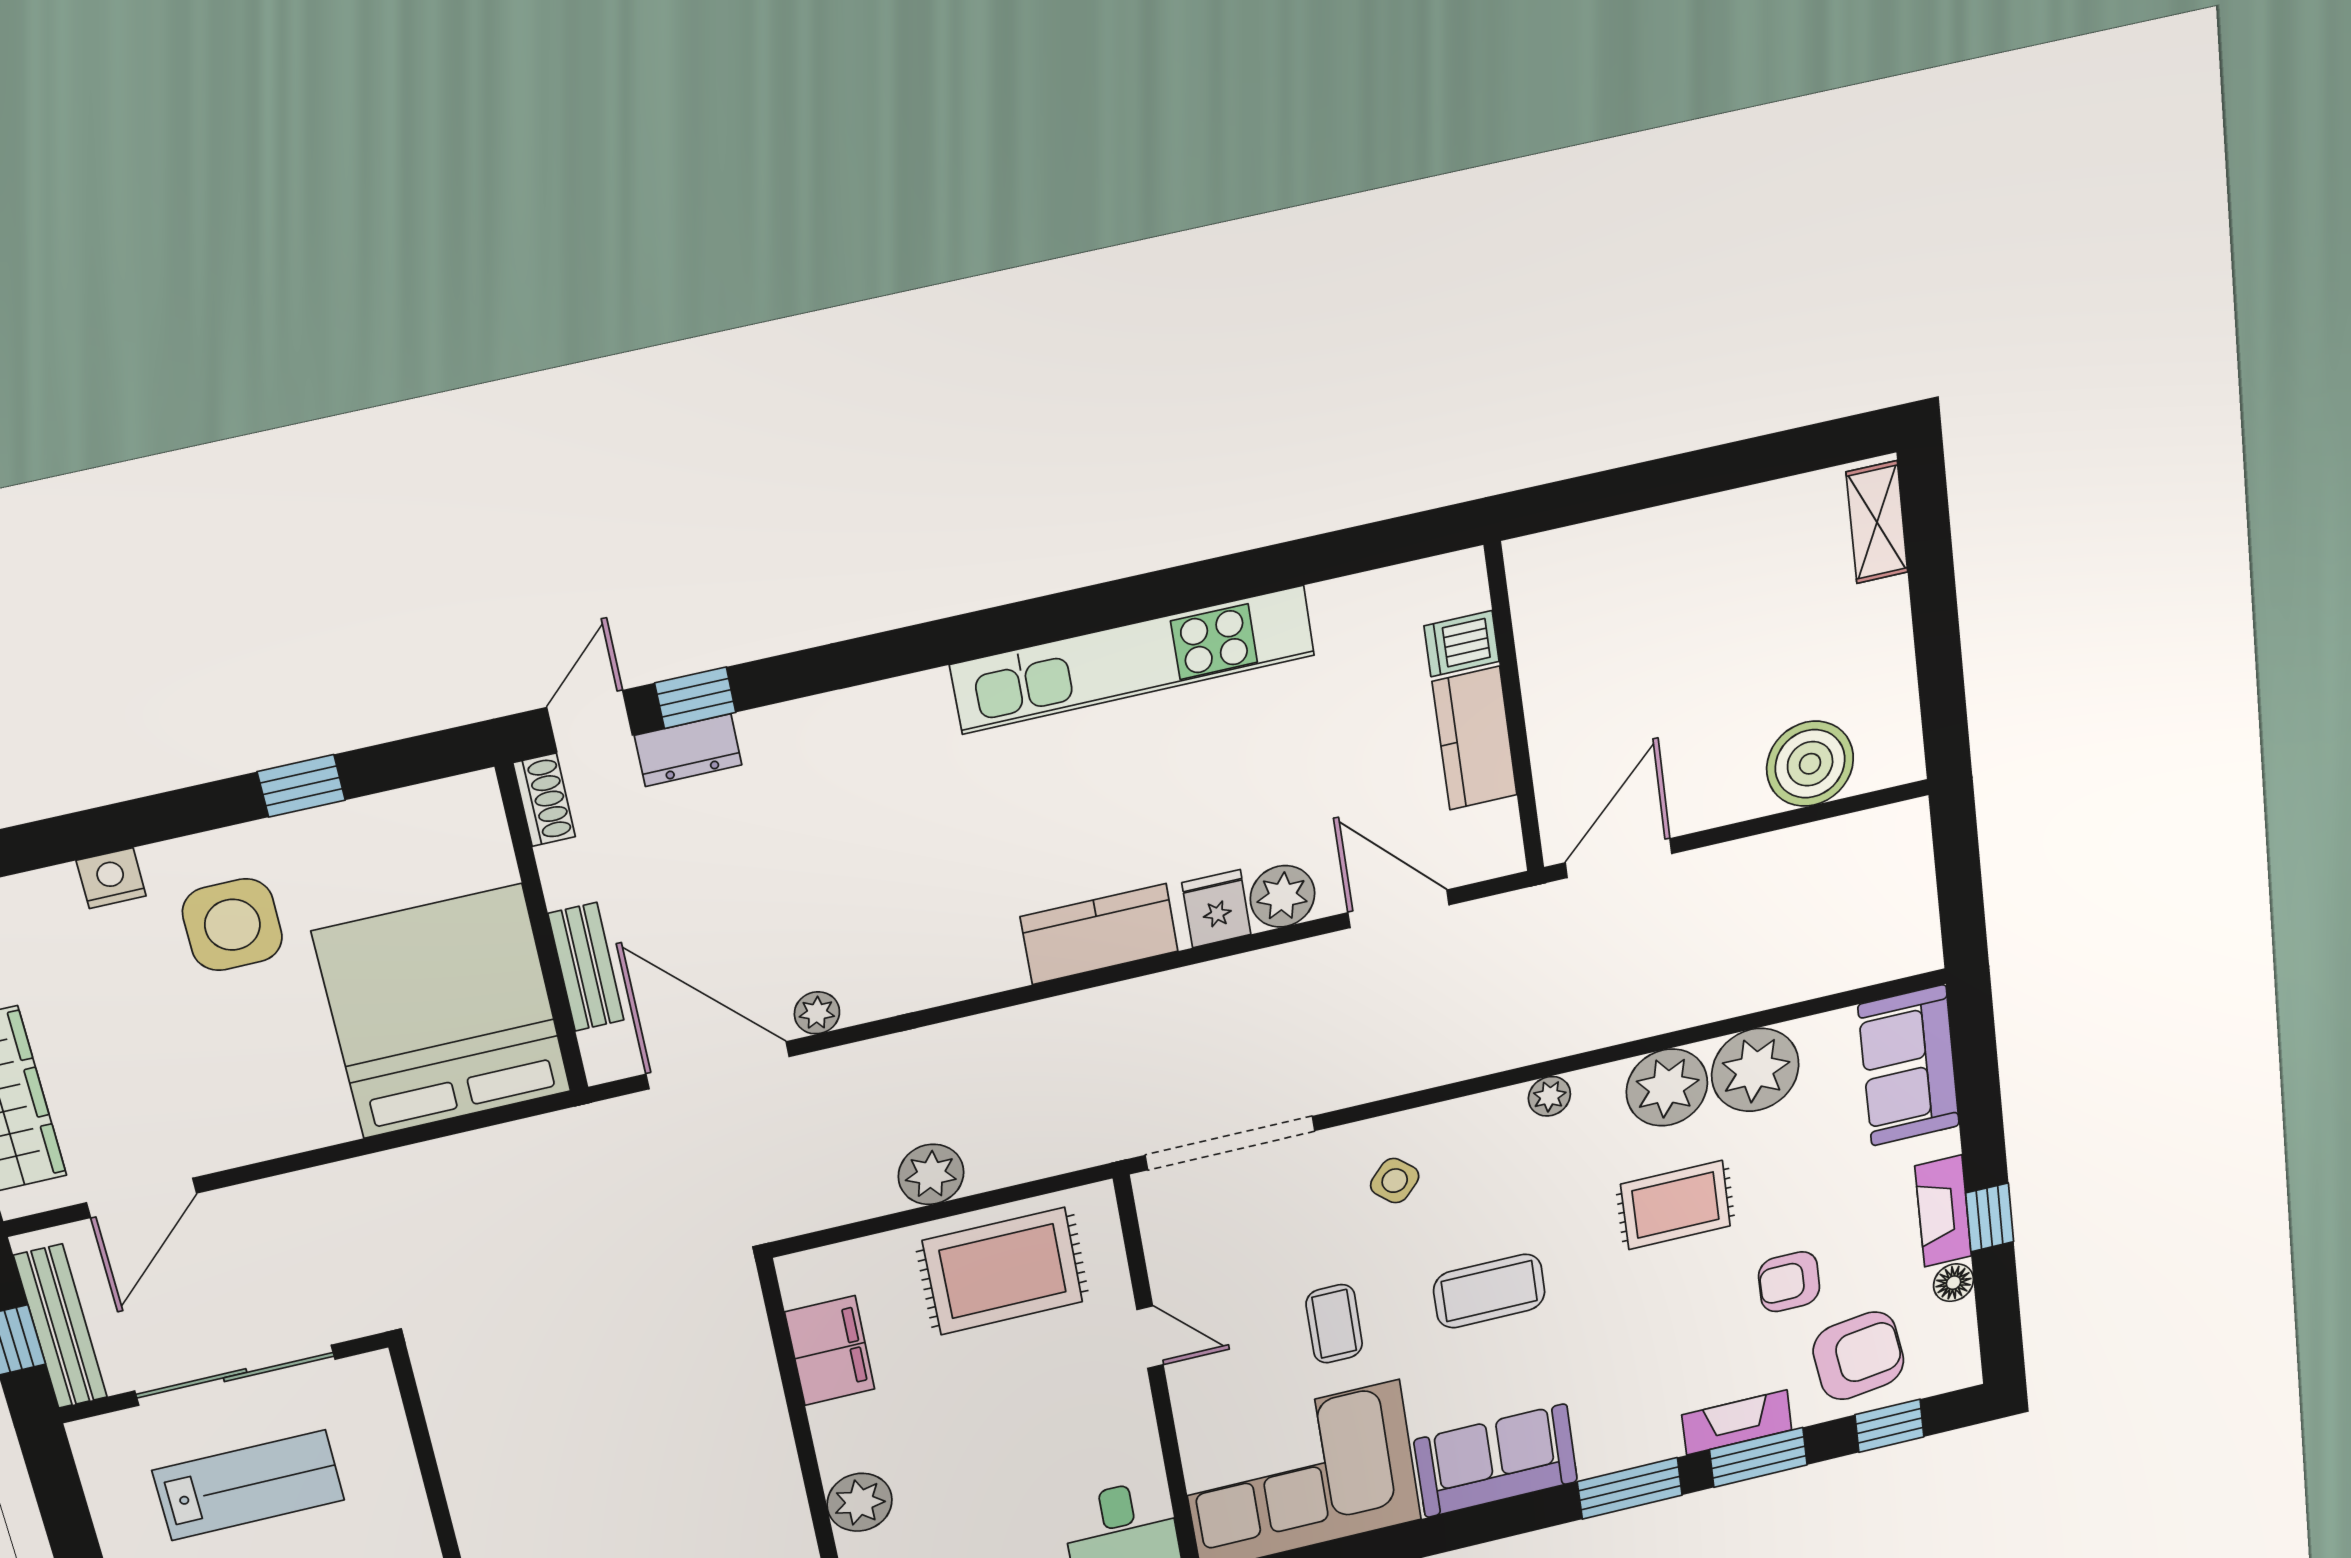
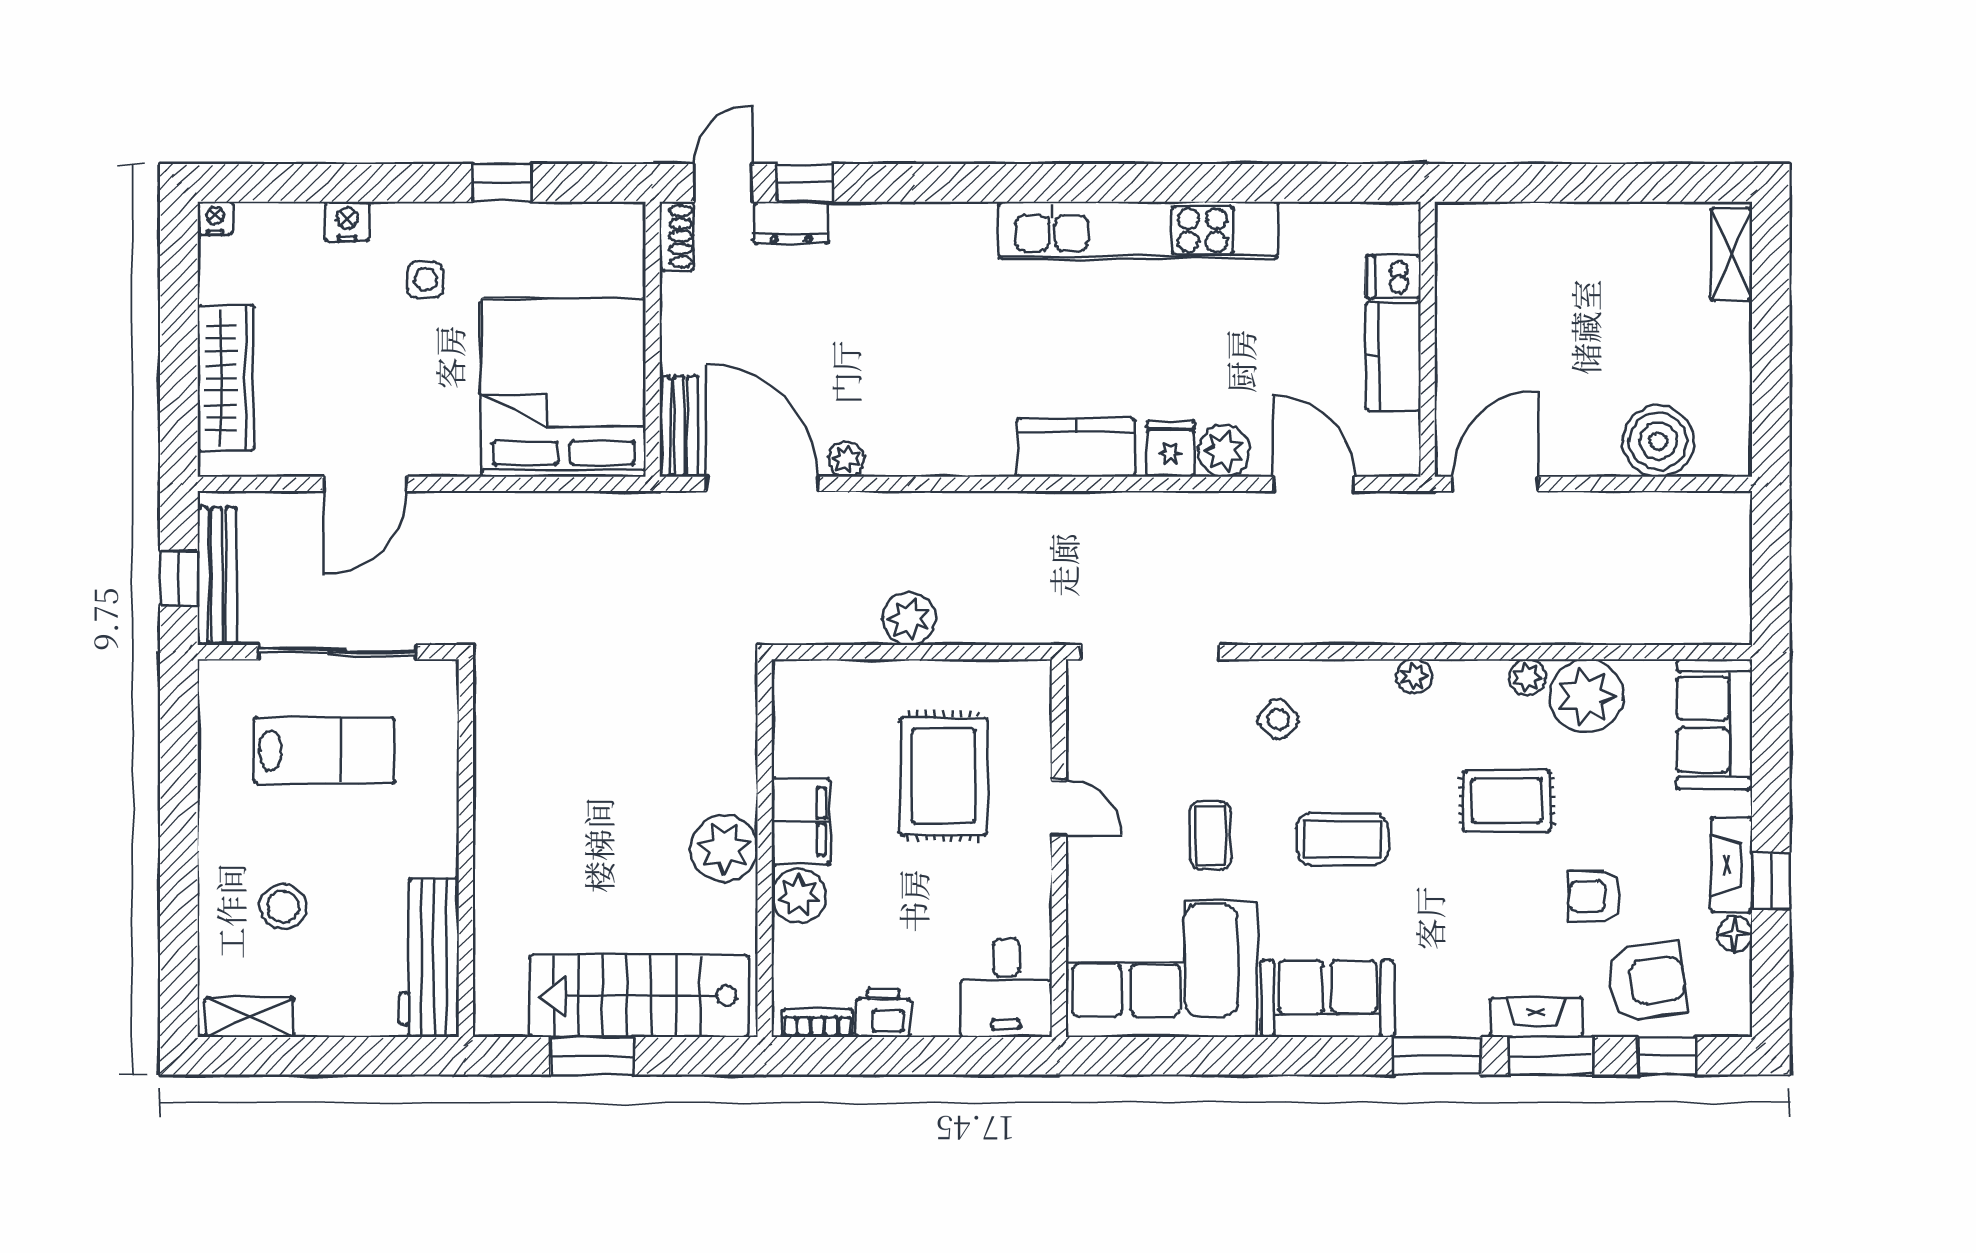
side table: (232, 925) -> (426, 279), width x0.54, depth x0.54
bench: (586, 967) -> (679, 426), moved
plant: (1667, 1087) -> (1527, 677), width x0.53, depth x0.53
door: (142, 1198) -> (365, 484), moved
rug: (1003, 1271) -> (944, 776), moved, turned 90
filing cabinet: (830, 1351) -> (801, 821), moved
plant: (760, 1474) -> (724, 848), added

